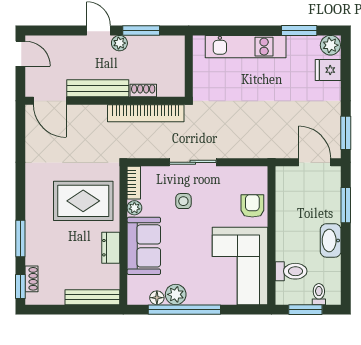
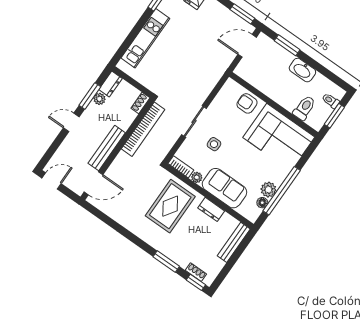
plant: (119, 43) -> (99, 99), moved
dresser: (170, 44) -> (111, 84), added
shoe rack: (143, 91) -> (140, 103), moved

